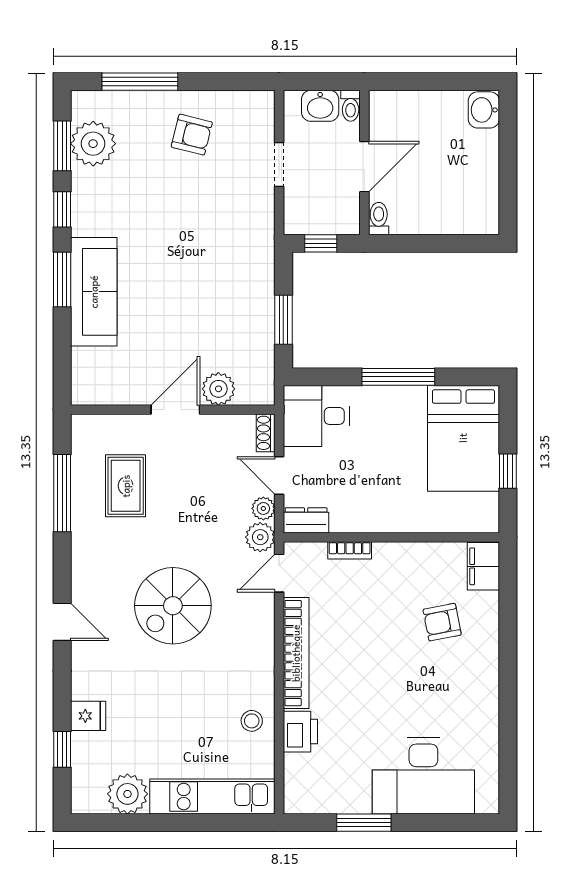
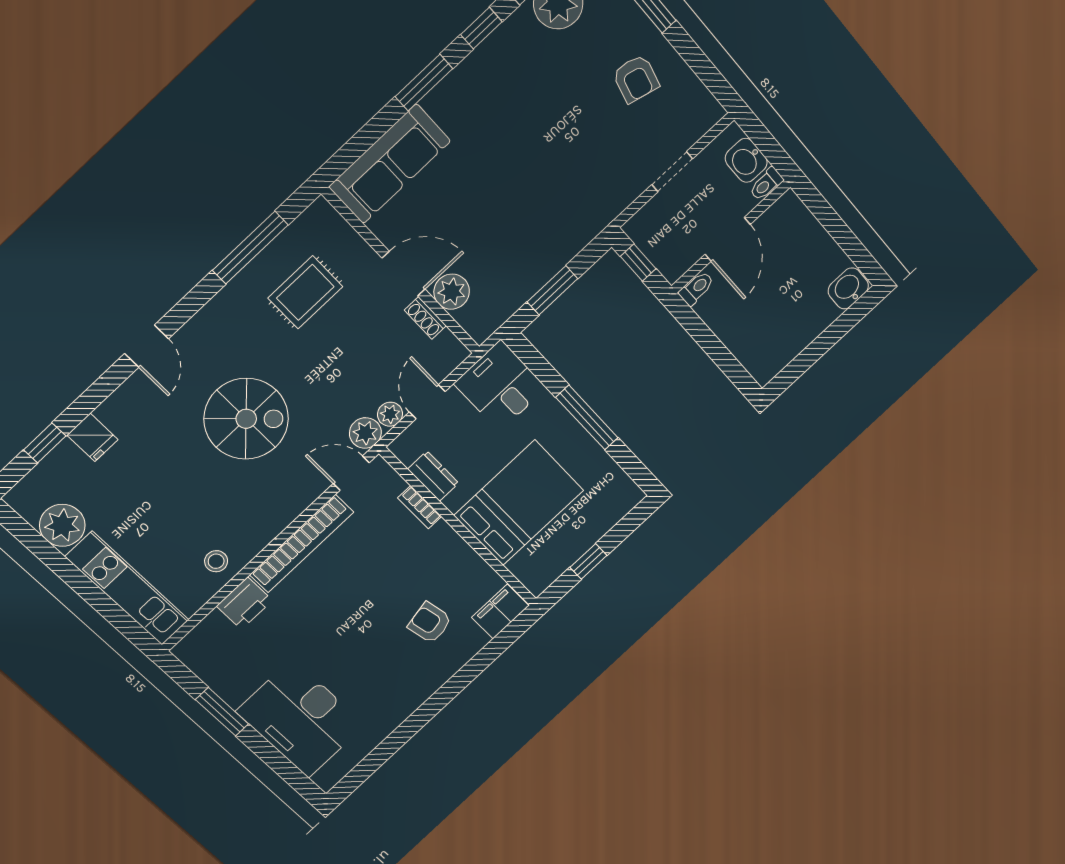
door: (364, 167) -> (728, 239), hinge flipped
sofa: (94, 292) -> (390, 164), moved
shoe rack: (266, 433) -> (425, 318), moved, turned -90
bed: (463, 438) -> (519, 503), moved, turned 180
dresser: (306, 520) -> (433, 476), moved
spiral stairs: (173, 606) -> (246, 419), turned 180

